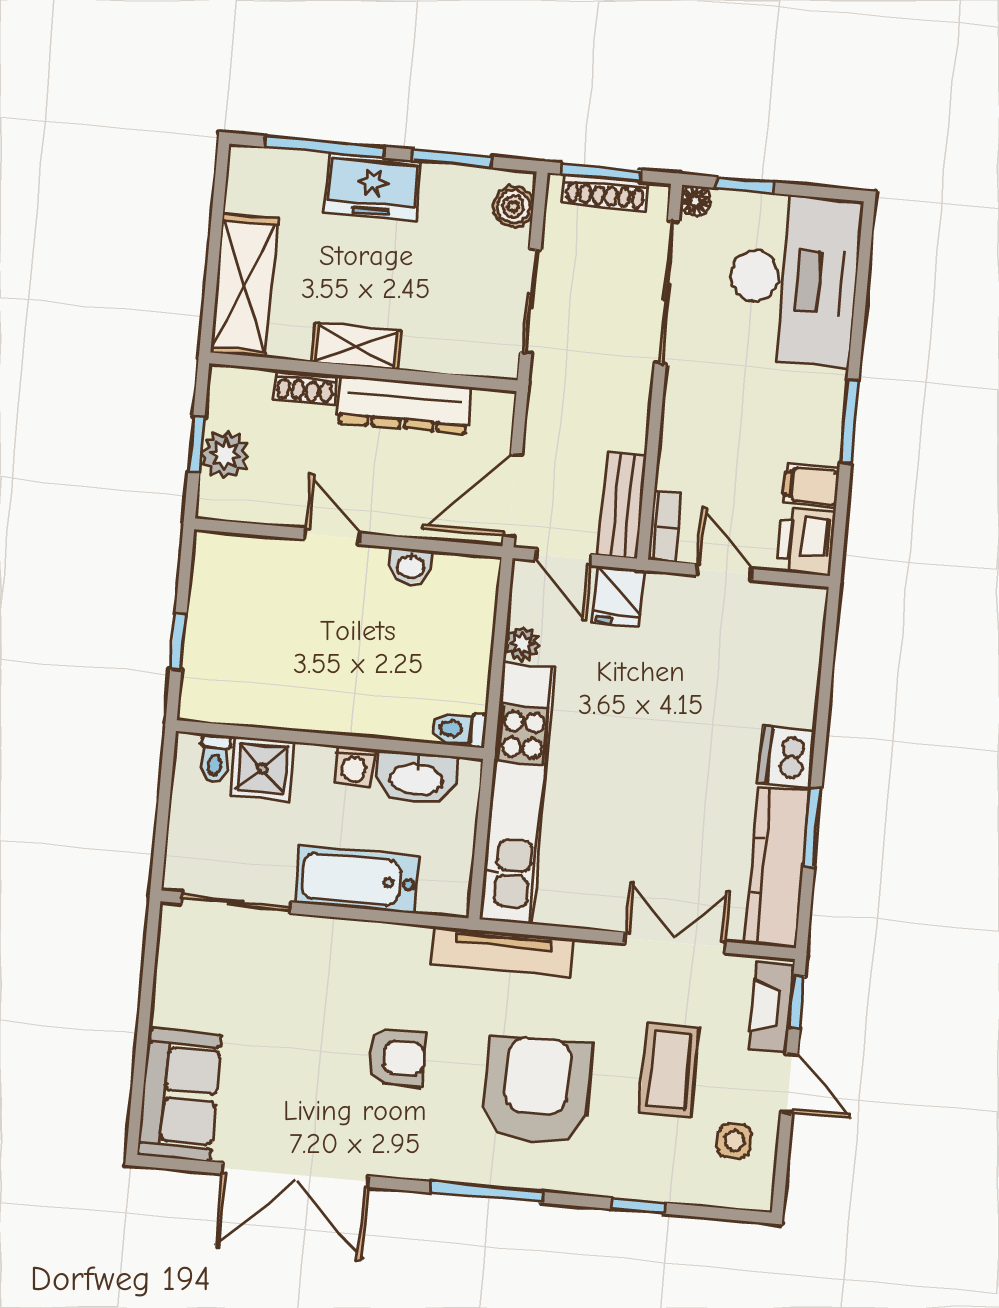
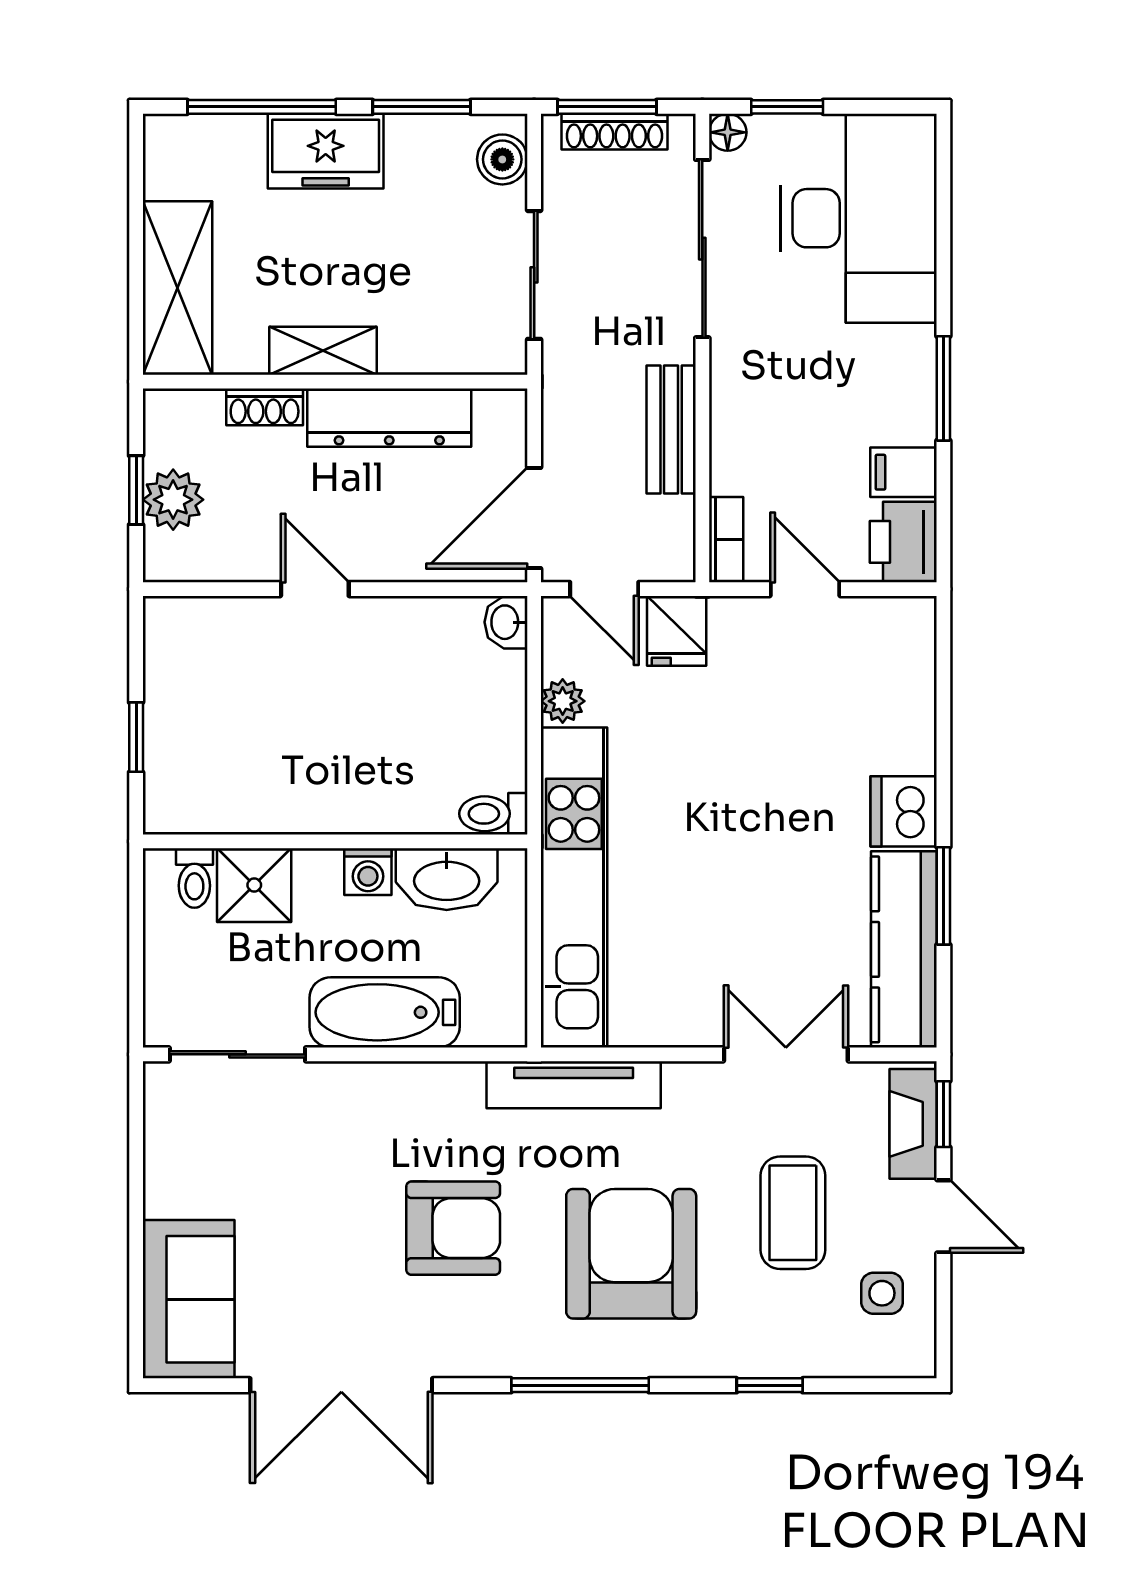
bench: (622, 506) -> (671, 430), moved
washbasin: (410, 566) -> (506, 622), moved, turned 90
armchair: (396, 1057) -> (453, 1228), width x1.38, depth x1.38

